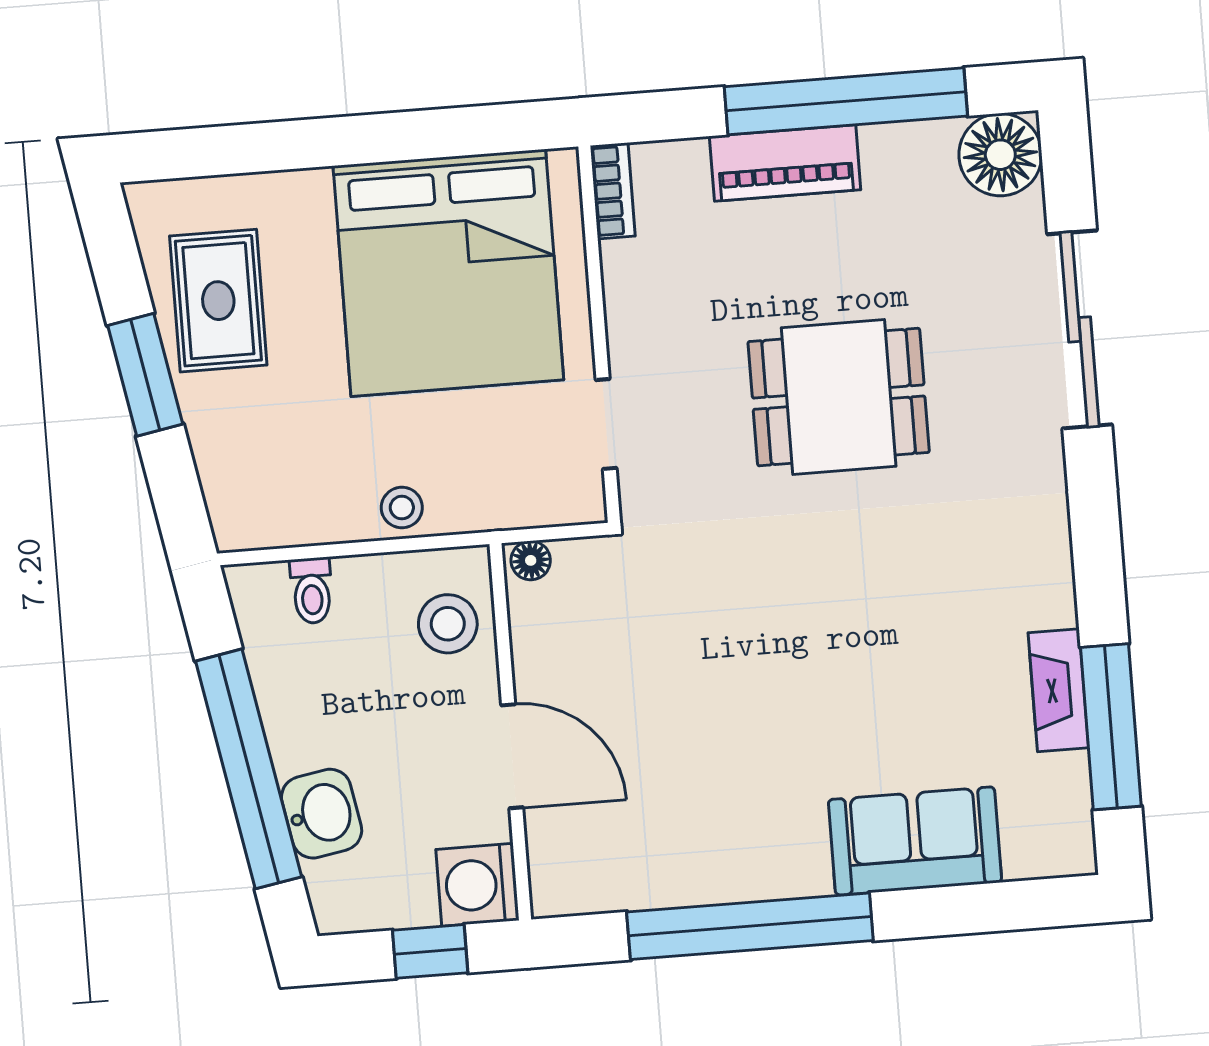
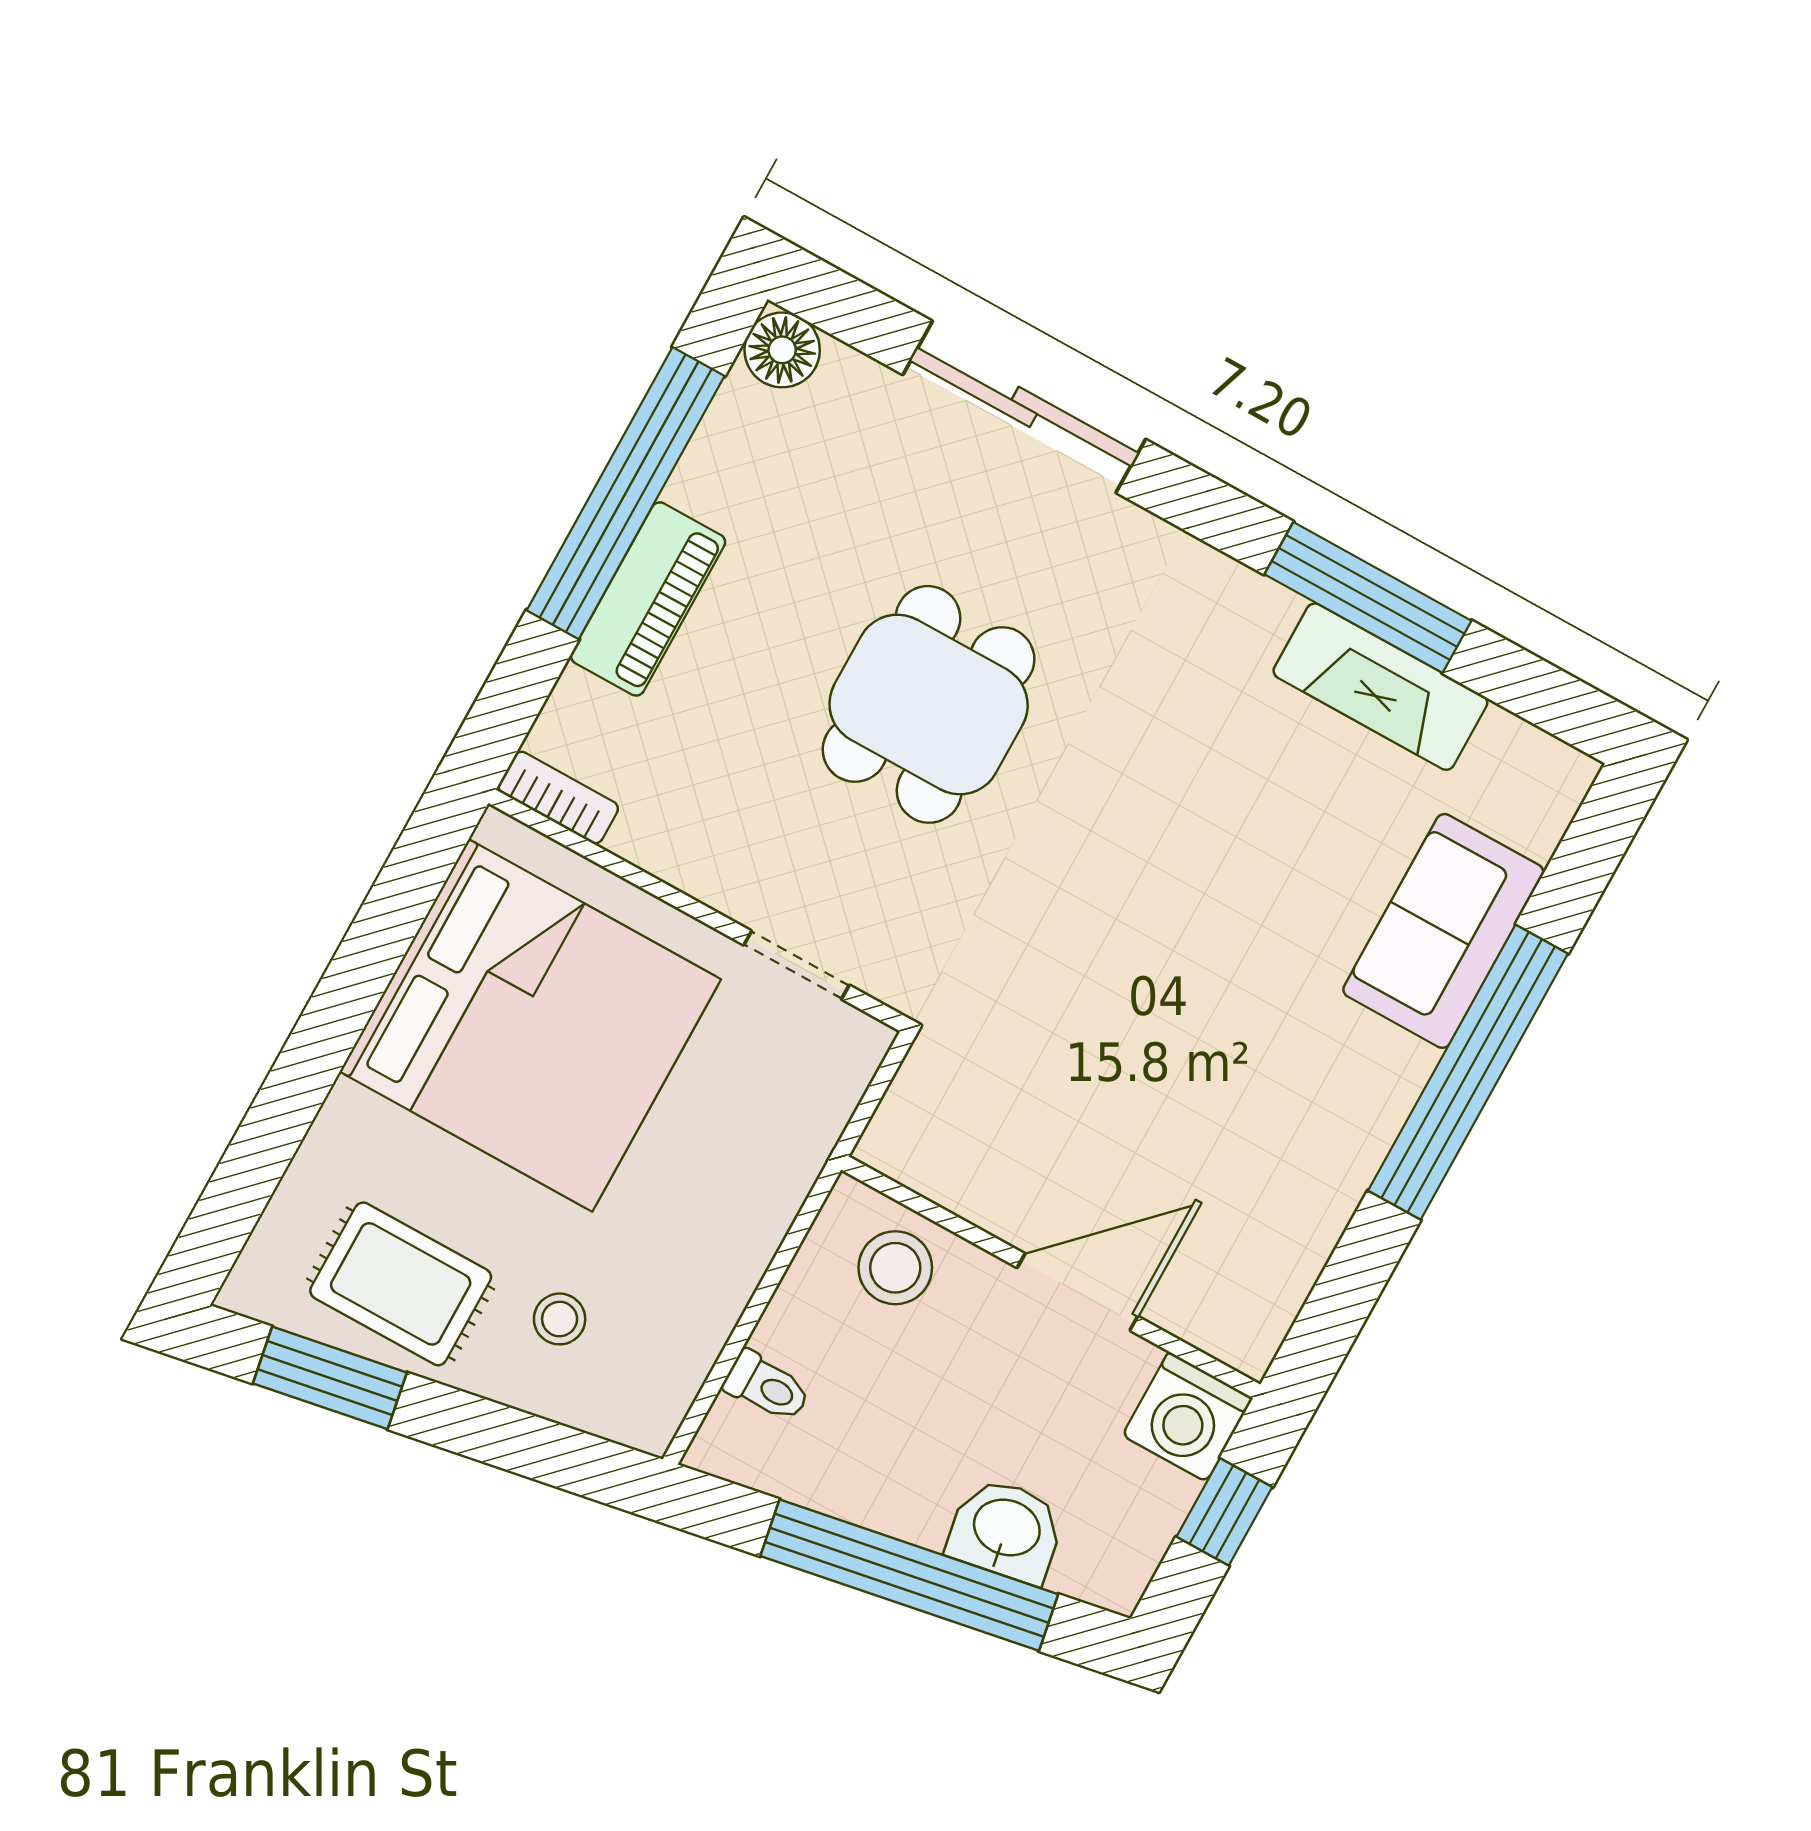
floor lamp: (1000, 155) -> (782, 350), width x0.73, depth x0.73
window: (145, 375) -> (330, 1378), moved
stool: (402, 508) -> (560, 1319), moved
floor lamp: (531, 560) -> (886, 1138), removed
fireplace: (1058, 690) -> (1380, 687), width x1.37, depth x1.32
window: (1111, 727) -> (1368, 597), moved
window: (750, 926) -> (1468, 1072), moved

